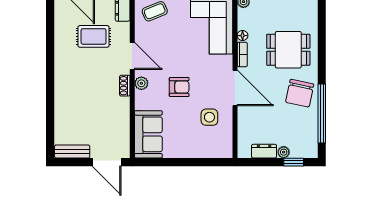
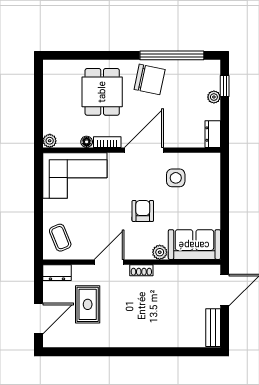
plant: (141, 83) -> (160, 252), moved
dresser: (264, 151) -> (213, 134), moved

